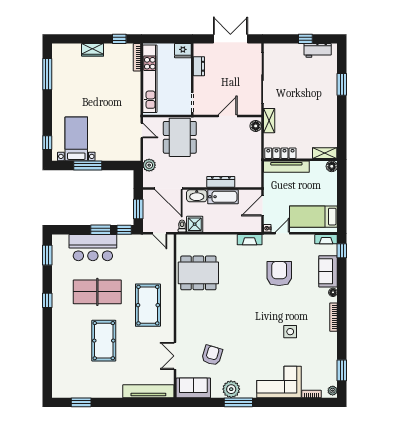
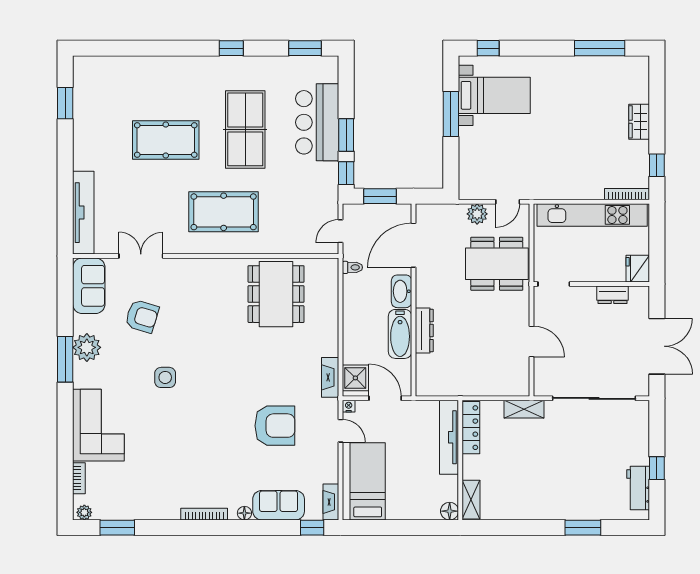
floor lamp: (256, 126) -> (515, 387), removed
plant: (149, 165) -> (477, 214), moved
shower: (195, 224) -> (355, 378), moved
side table: (290, 332) -> (165, 377), moved

